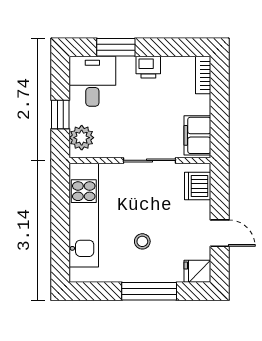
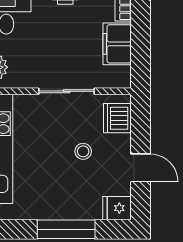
filing cabinet: (197, 135) -> (117, 44), moved
stool: (142, 241) -> (83, 151), moved

